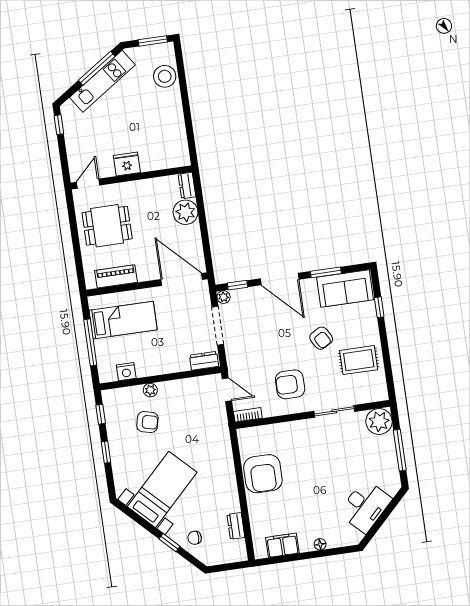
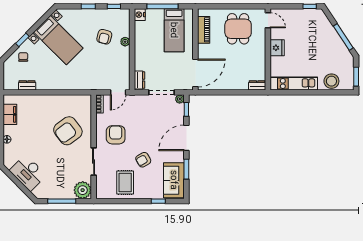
kitchen unit: (102, 81) -> (294, 84), moved, turned 124
plant: (186, 212) -> (240, 82), removed
nightstand: (126, 372) -> (140, 15), moved
armchair: (263, 474) -> (68, 131), moved, turned -37

